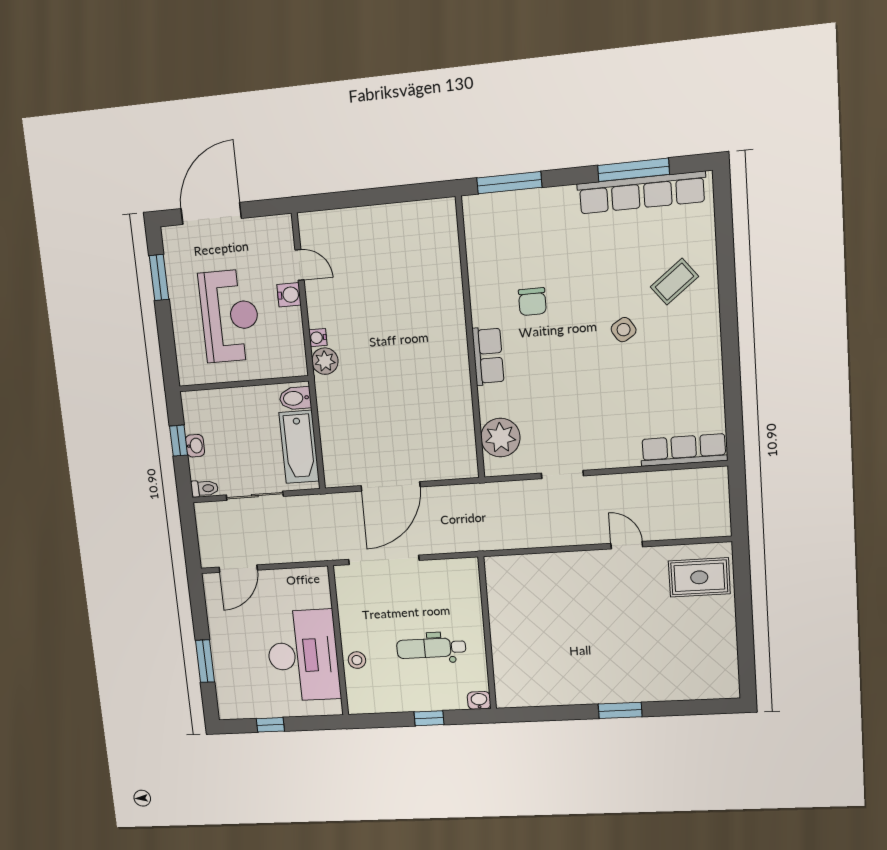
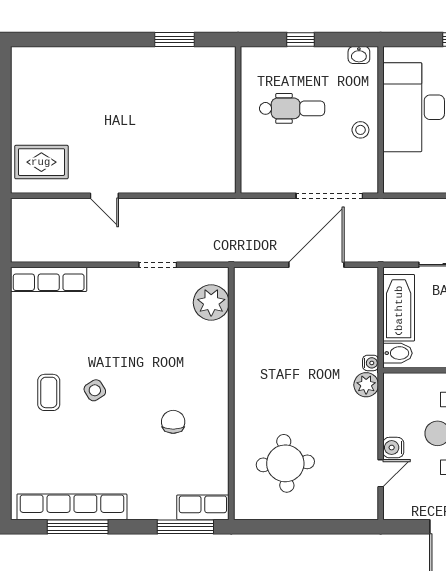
door: (300, 265) -> (381, 473), swing flipped
round table: (404, 266) -> (285, 463), added
coffee table: (674, 282) -> (49, 392), moved, turned -52
water cooler: (318, 338) -> (371, 363), moved
row of seats: (488, 356) -> (203, 507), moved, turned 90
stool: (357, 660) -> (360, 130), moved
washbasin: (479, 700) -> (359, 55), moved
window: (620, 710) -> (175, 40), moved

